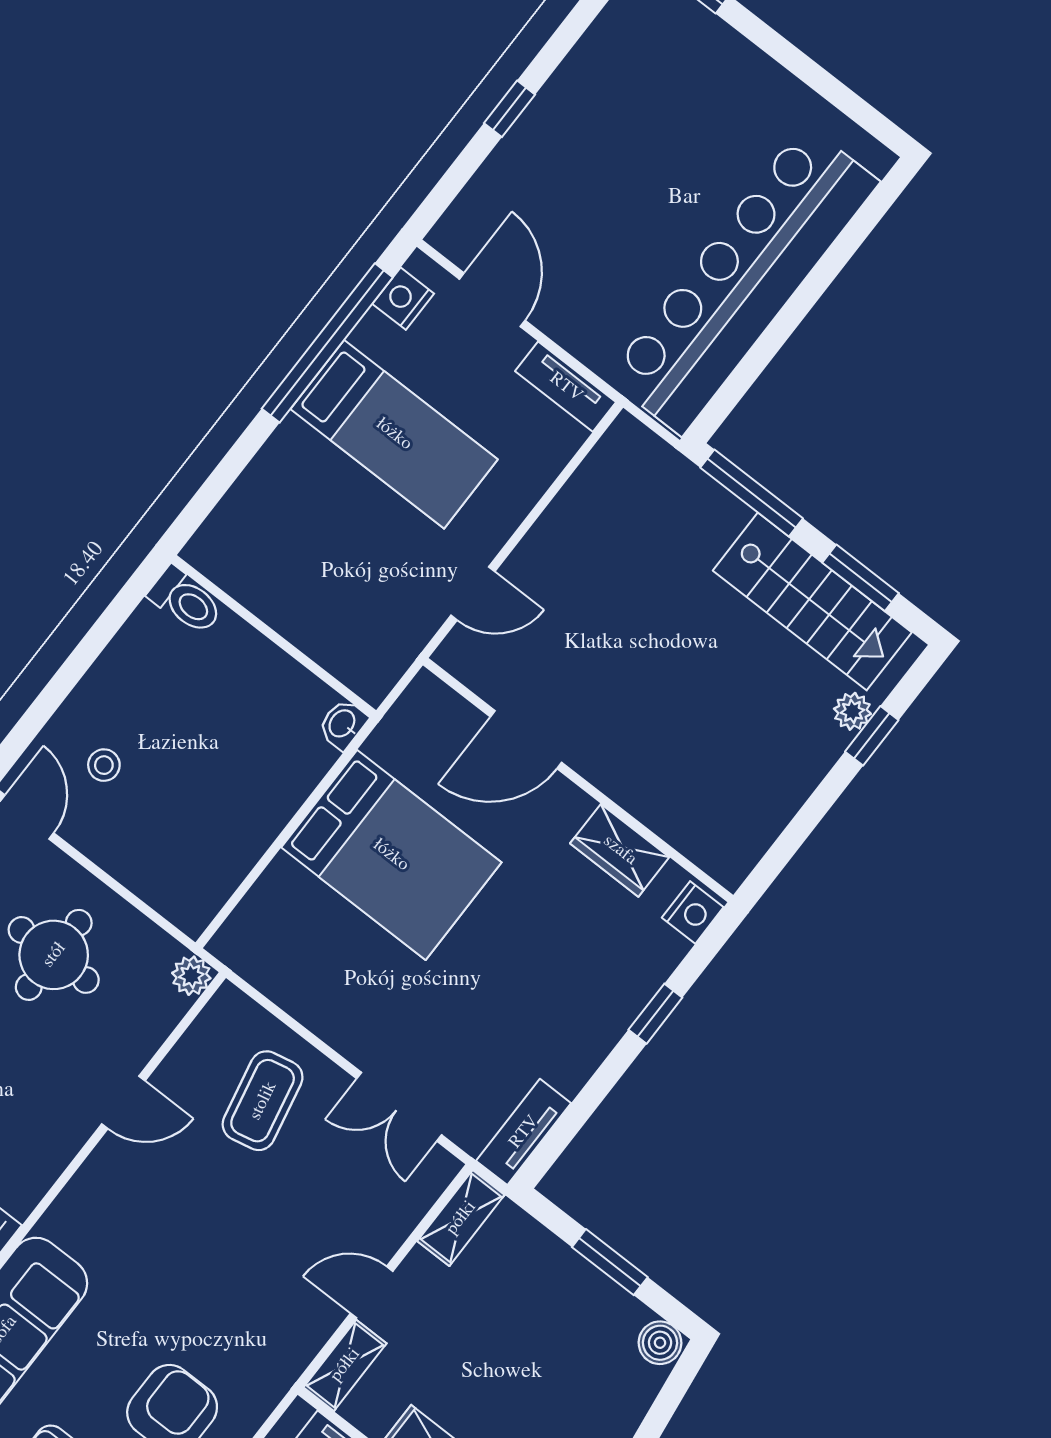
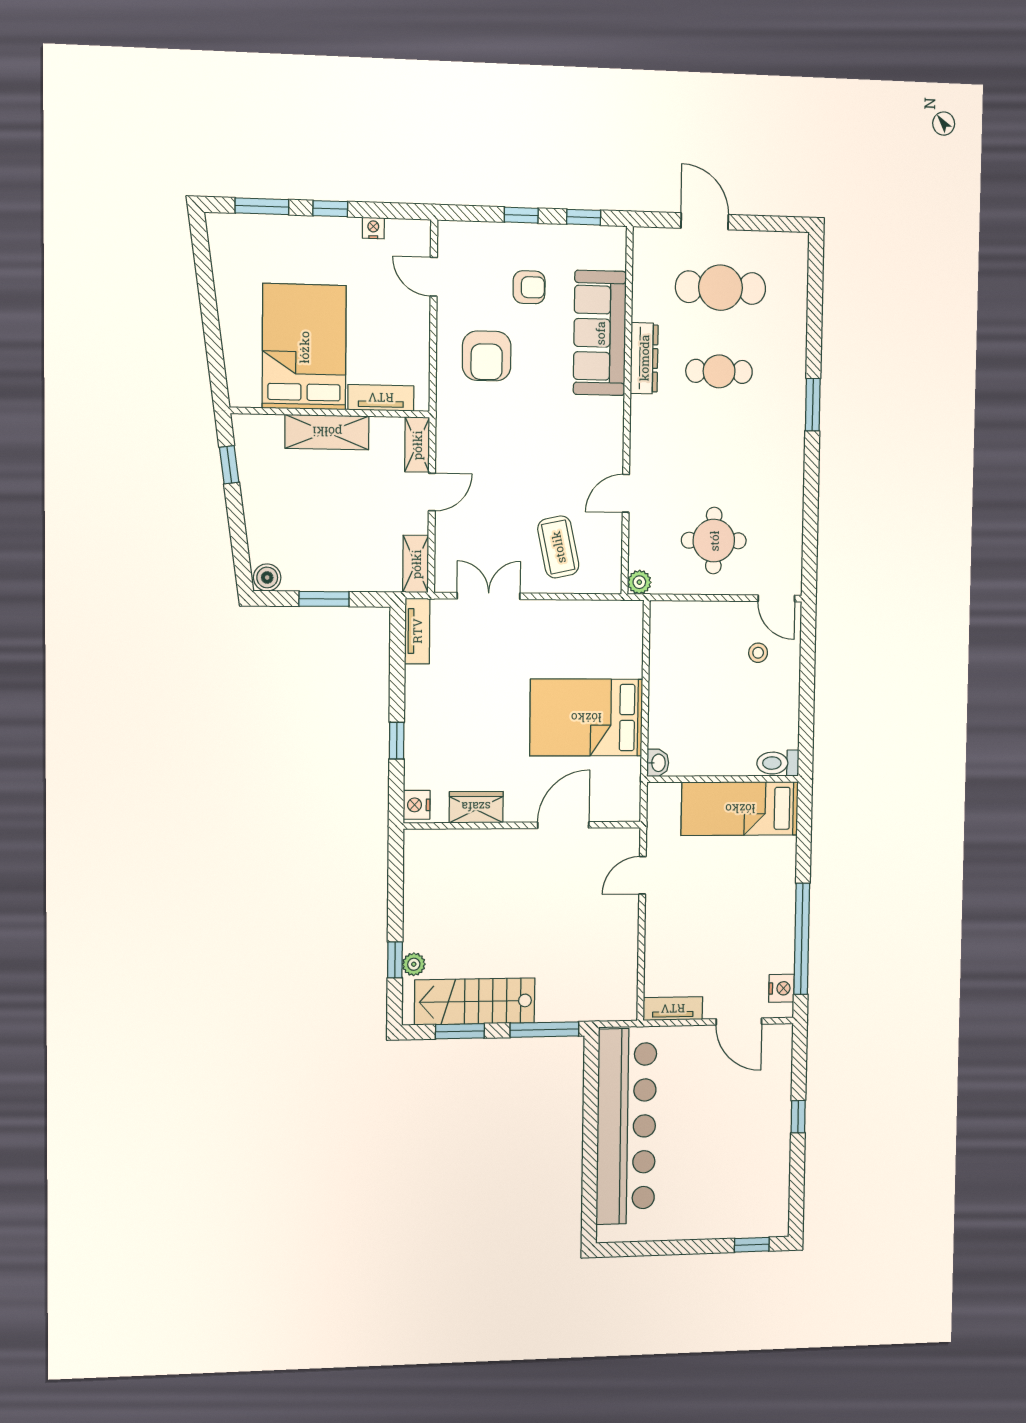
bed: (394, 434) -> (740, 809), moved

